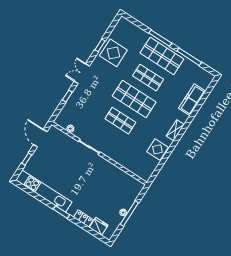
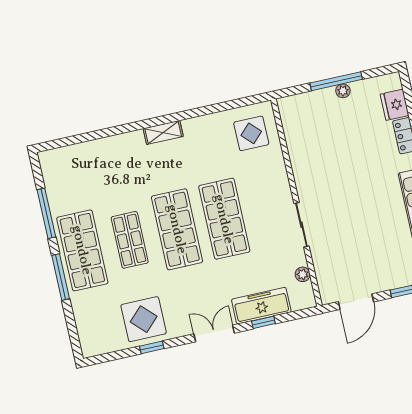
double door: (82, 74) -> (214, 333), swing flipped
freezer: (192, 100) -> (261, 306), moved, turned 180
shop shelf: (120, 121) -> (224, 219), width x1.43, depth x1.36
display table: (157, 149) -> (251, 133), moved

